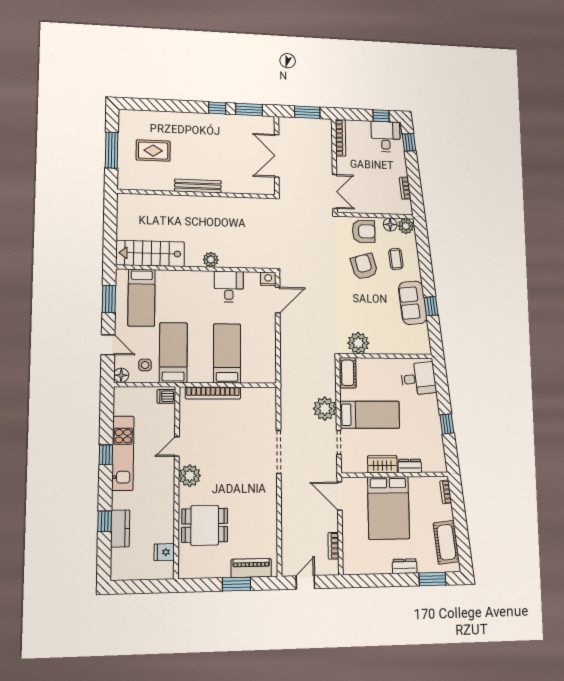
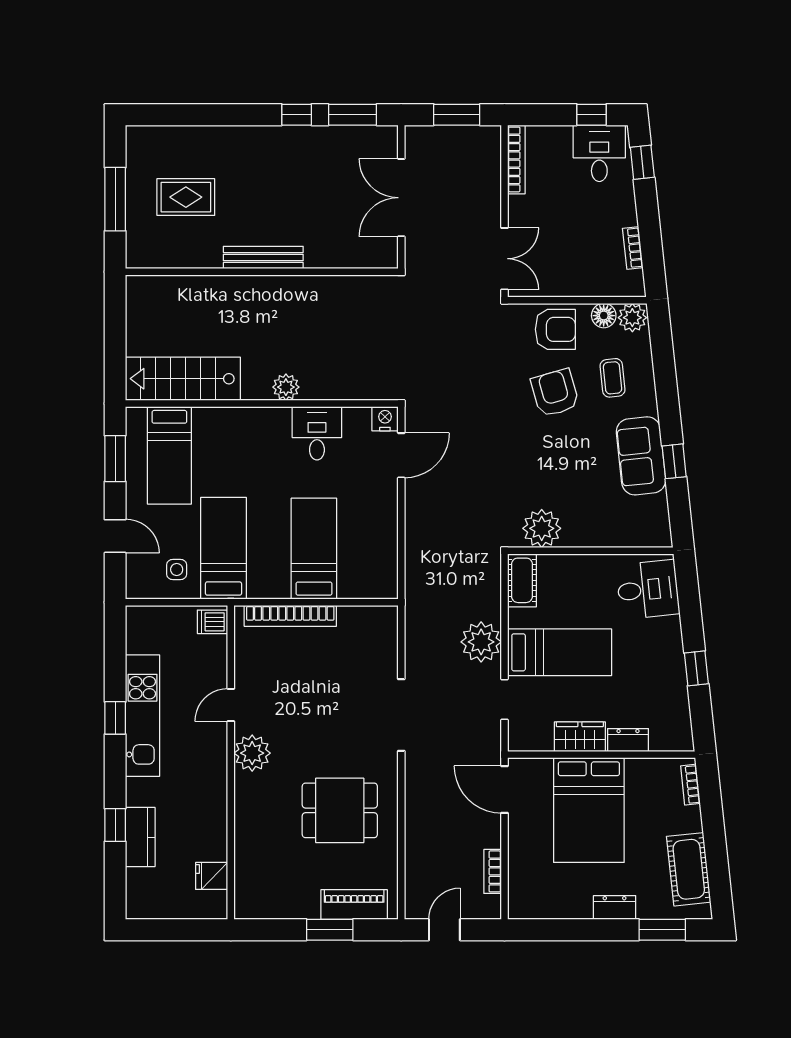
floor lamp: (121, 375) -> (138, 587), removed
dining table: (205, 525) -> (340, 810), moved

